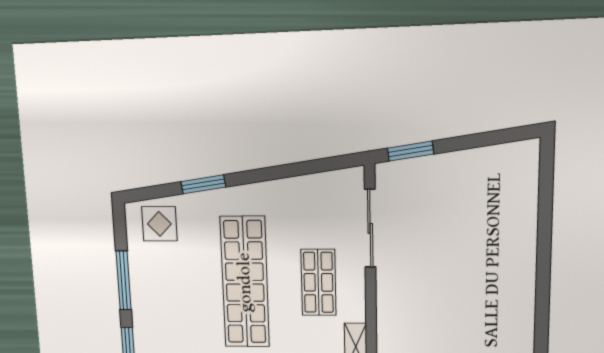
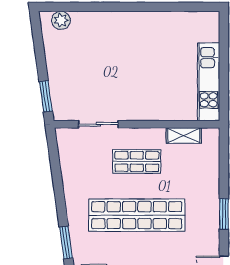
plant: (525, 172) -> (61, 20), added
sliding door: (370, 228) -> (98, 124), width x0.73

